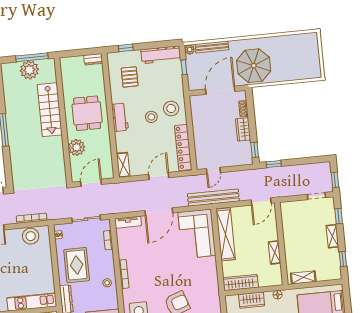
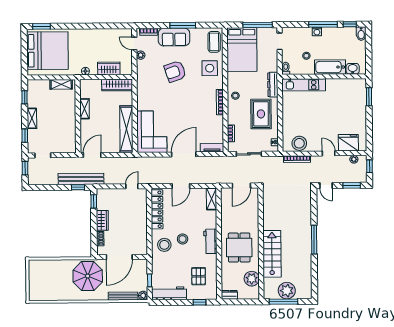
plant: (77, 147) -> (252, 279), moved
bench: (213, 198) -> (81, 179), moved

